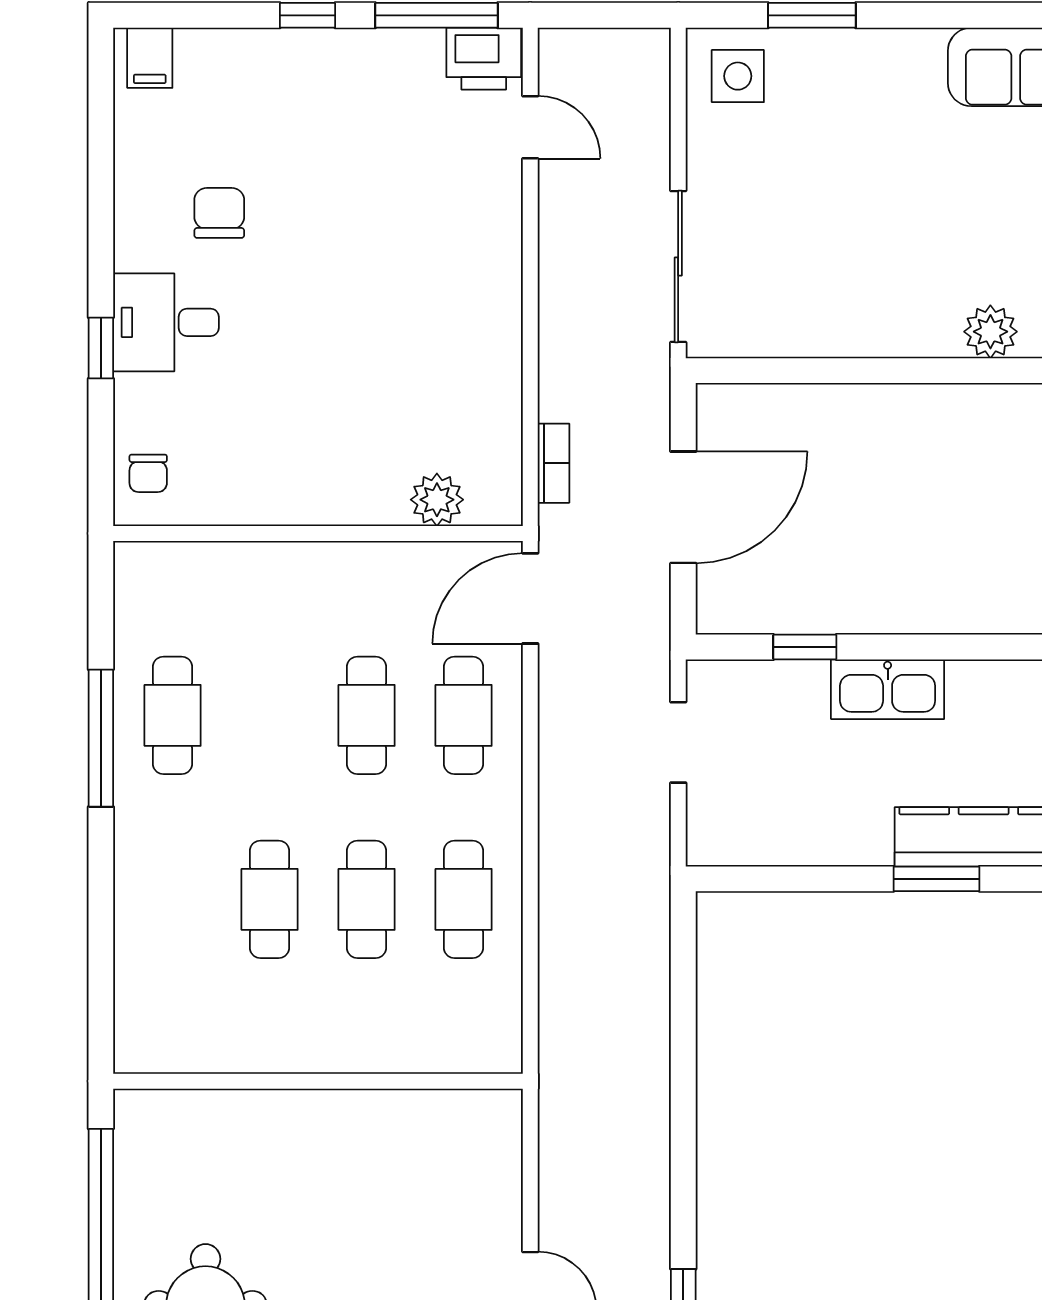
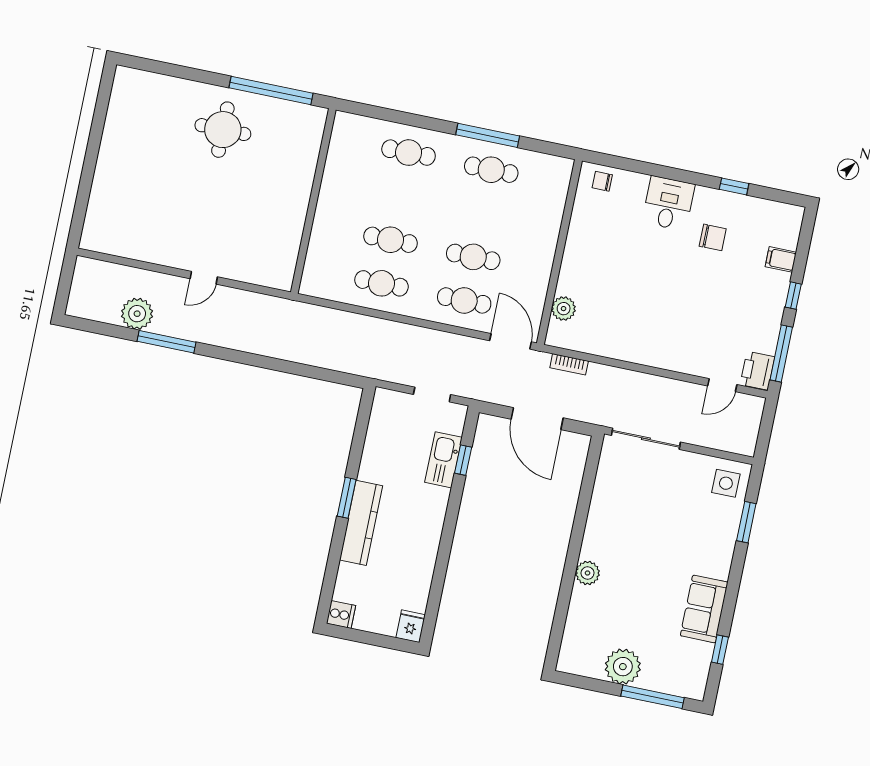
filing cabinet: (150, 58) -> (781, 259), moved
window: (101, 348) -> (734, 186), moved
kitchen sink: (888, 689) -> (443, 460), moved
cafe table: (270, 899) -> (409, 153), moved

